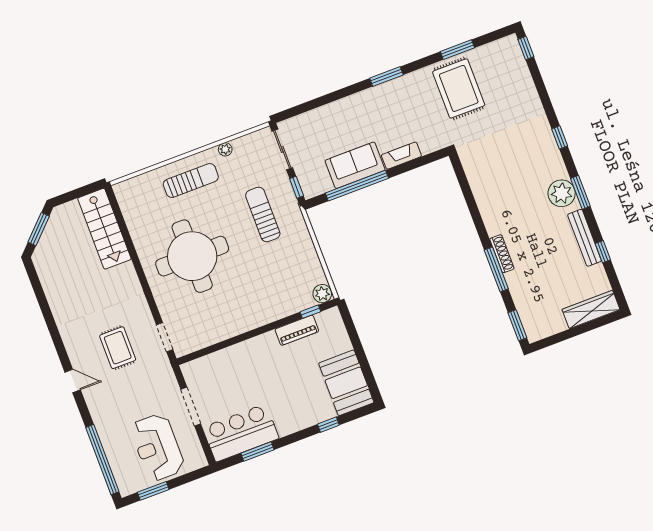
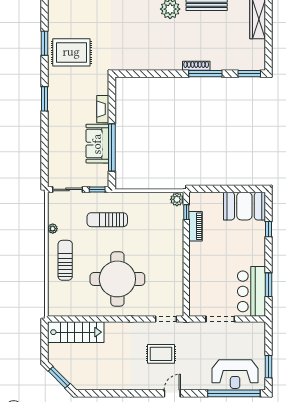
reception desk: (157, 447) -> (235, 374), moved

